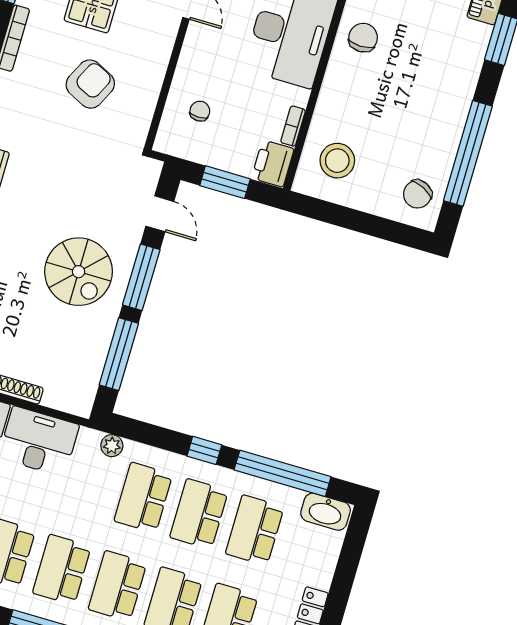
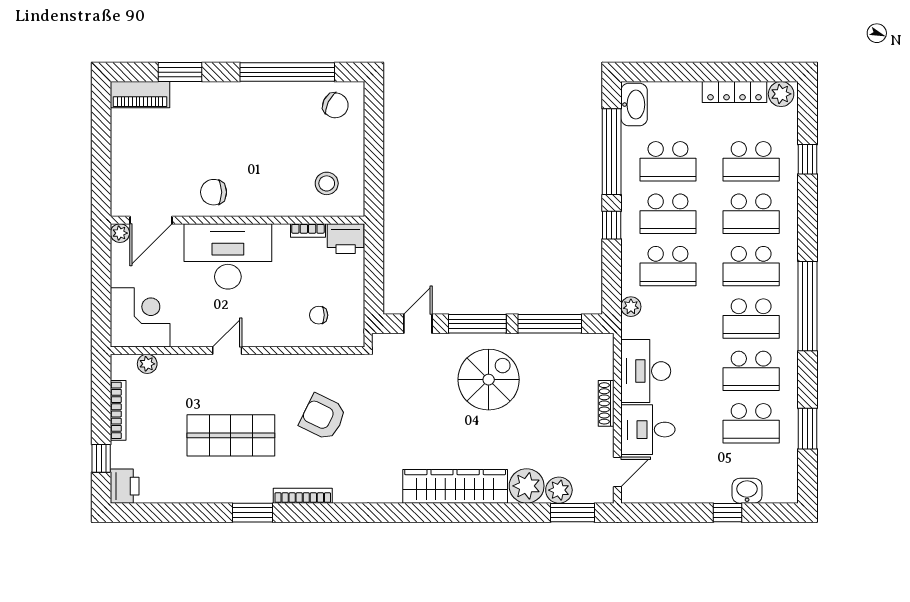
stool: (337, 161) -> (327, 183), width x0.73, depth x0.73
window: (225, 182) -> (374, 275), removed

